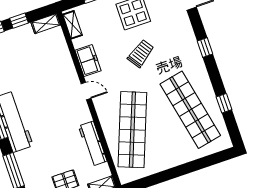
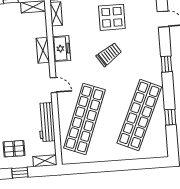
shelving: (68, 68) -> (43, 50), added
door: (86, 91) -> (54, 85), moved
shop shelf: (190, 110) -> (139, 115), turned 36

